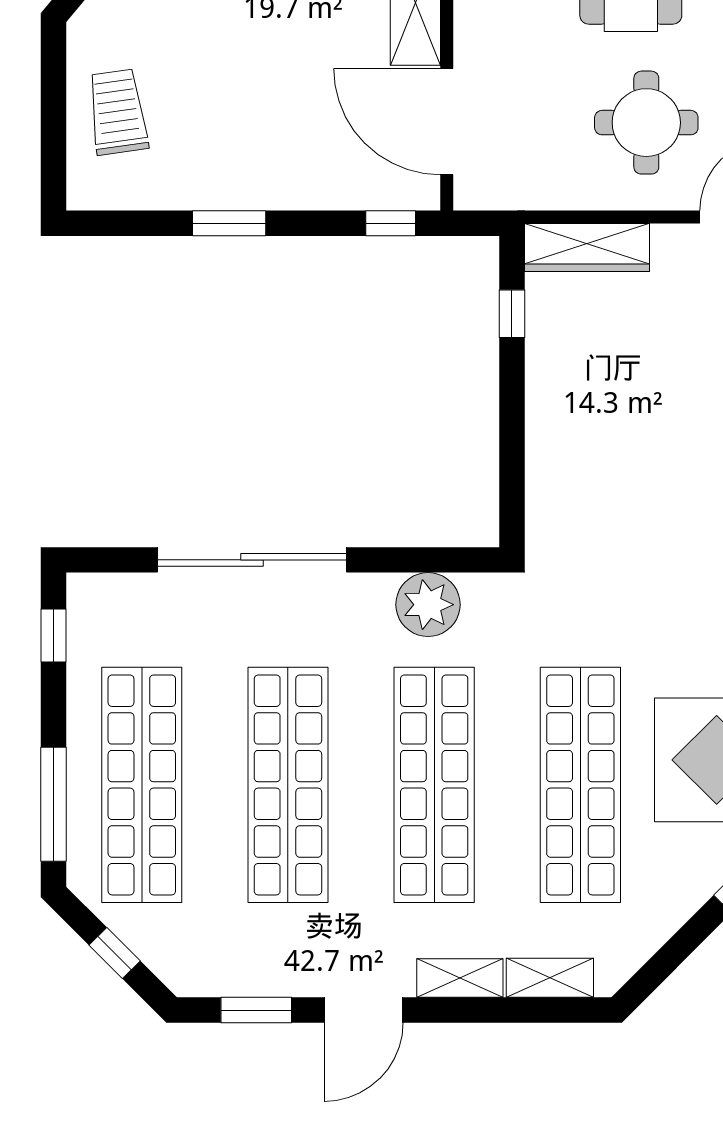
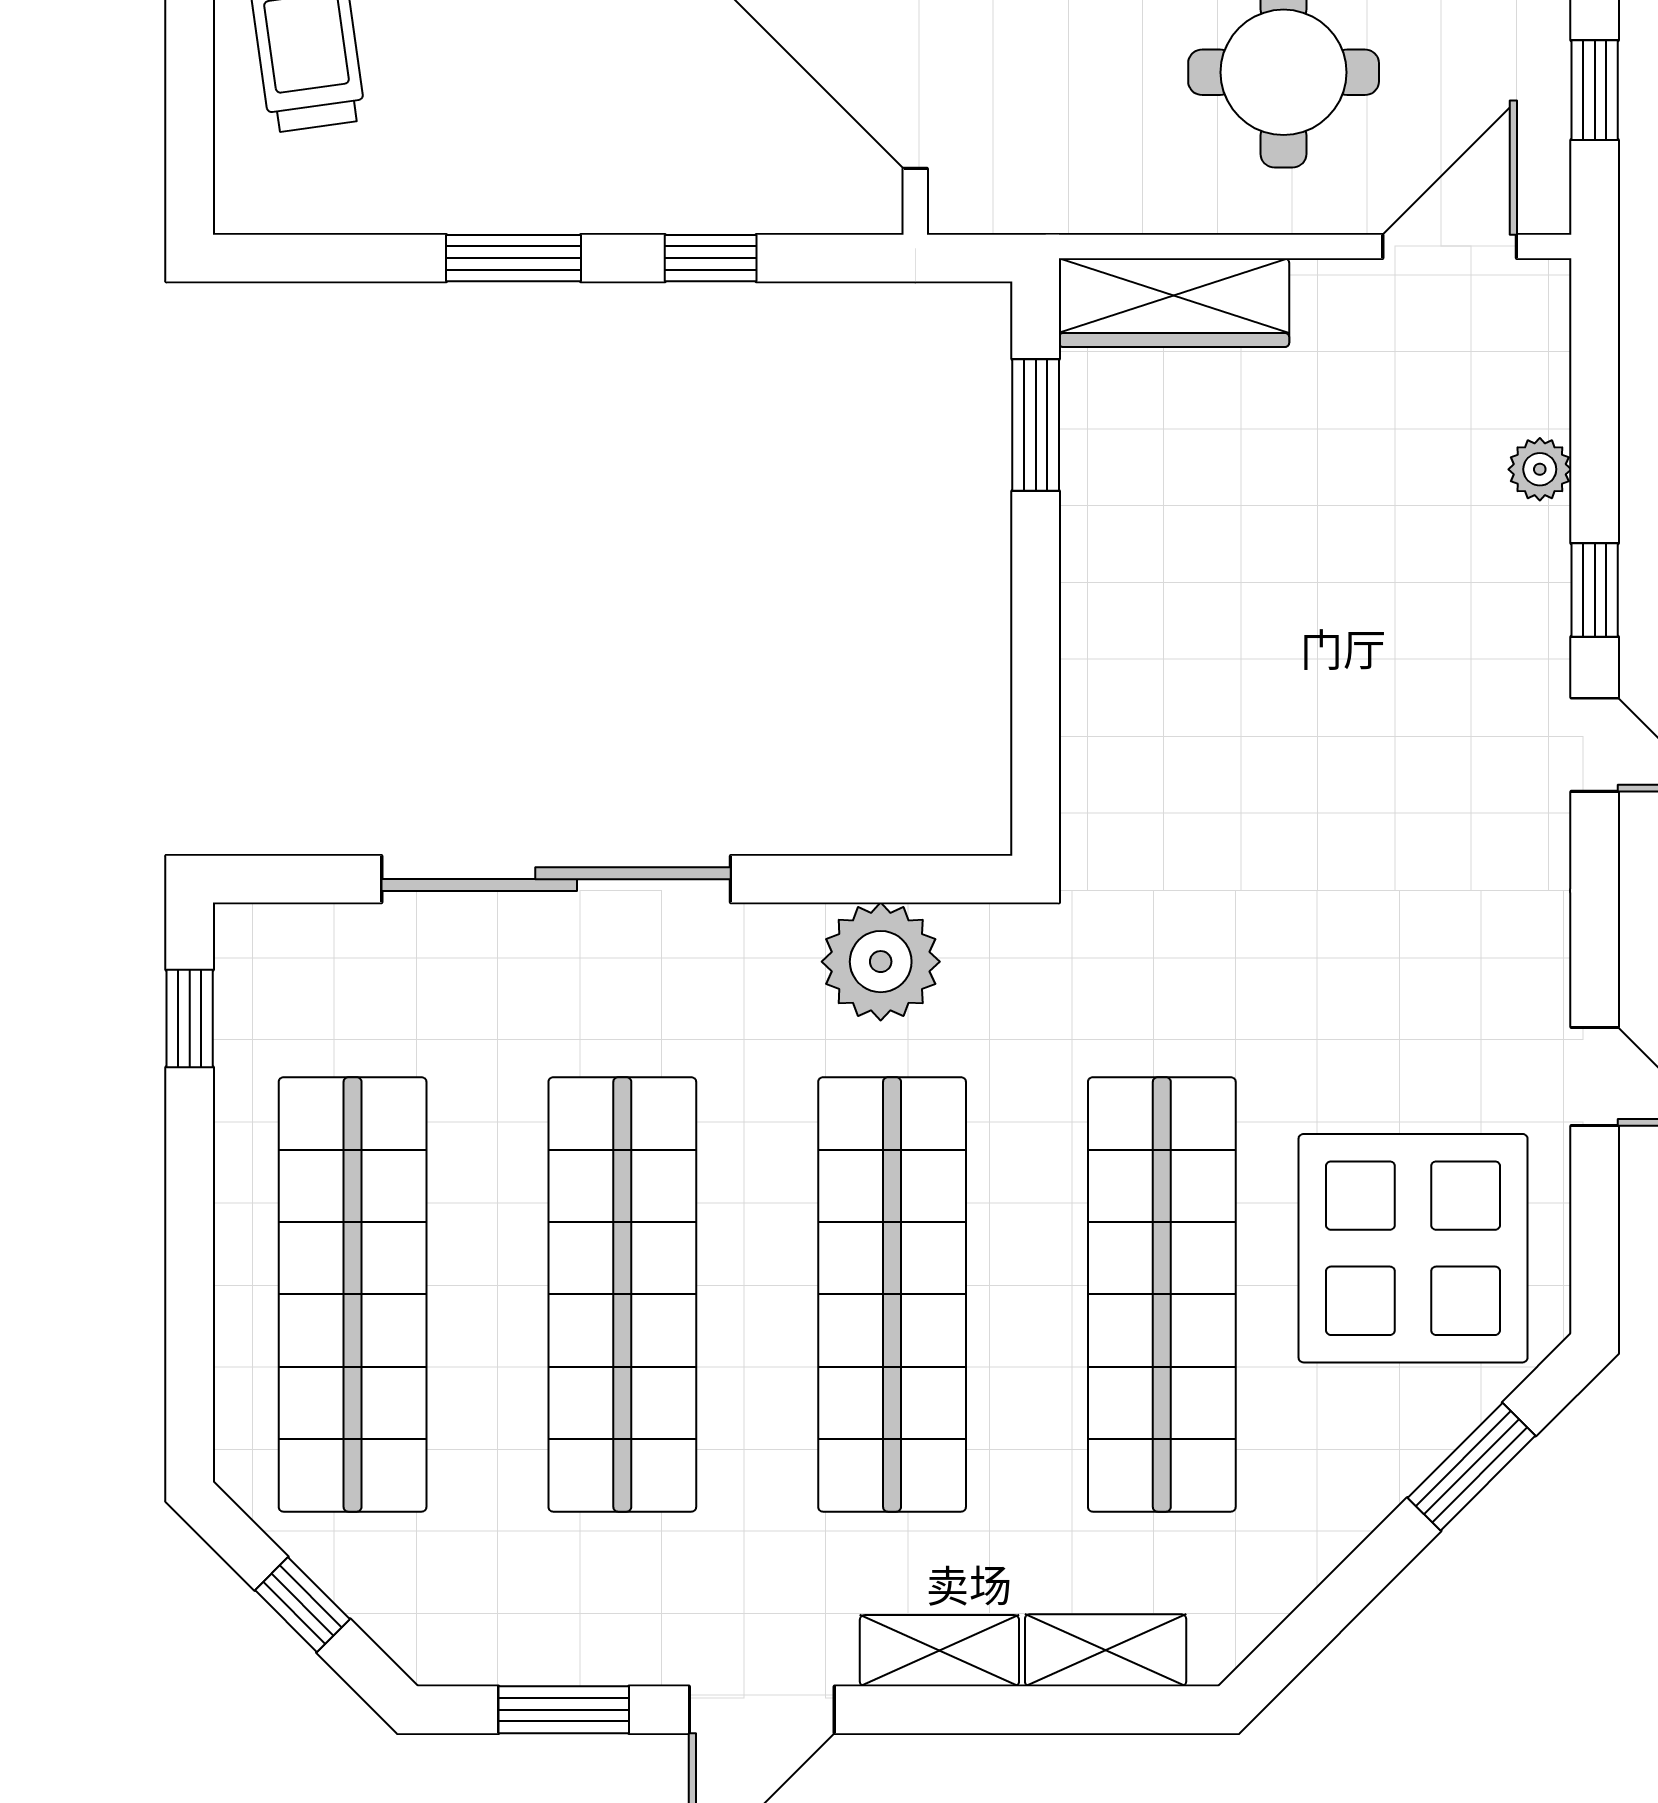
window: (391, 223) -> (711, 258), moved
window: (512, 314) -> (1036, 425), width x1.50
window: (53, 804) -> (190, 1330), removed

